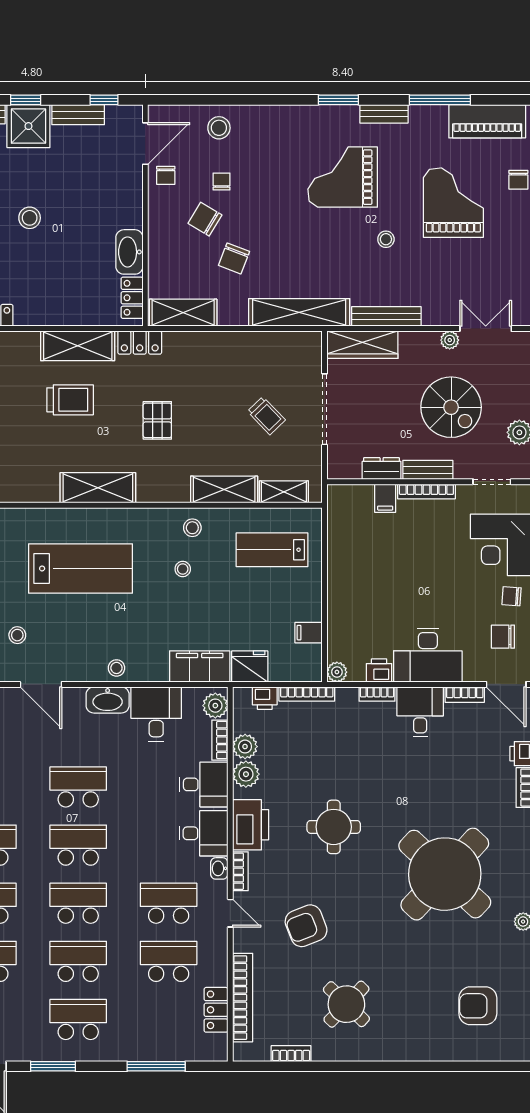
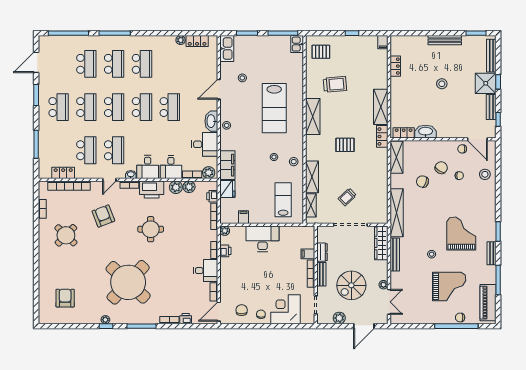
trolley: (70, 400) -> (335, 84), moved, turned -95
desk: (428, 655) -> (263, 239), moved, turned 90

